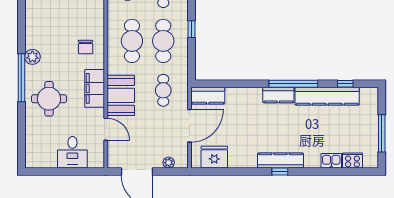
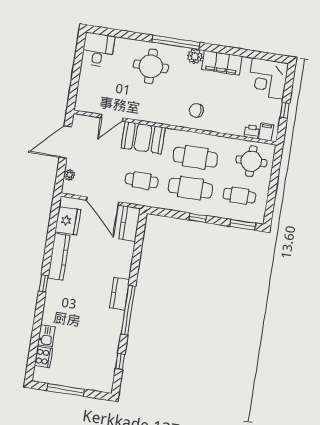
filing cabinet: (95, 88) -> (222, 63), moved, turned 180
kitchen counter: (327, 96) -> (111, 342), removed
desk: (72, 152) -> (98, 50), moved, turned 90
kitchen counter: (281, 161) -> (59, 257), moved

